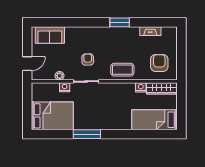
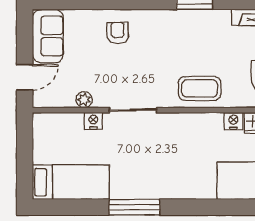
sofa: (50, 35) -> (48, 36), moved, turned -90
armchair: (88, 60) -> (118, 33), moved
bed: (52, 116) -> (71, 182), width x0.67

